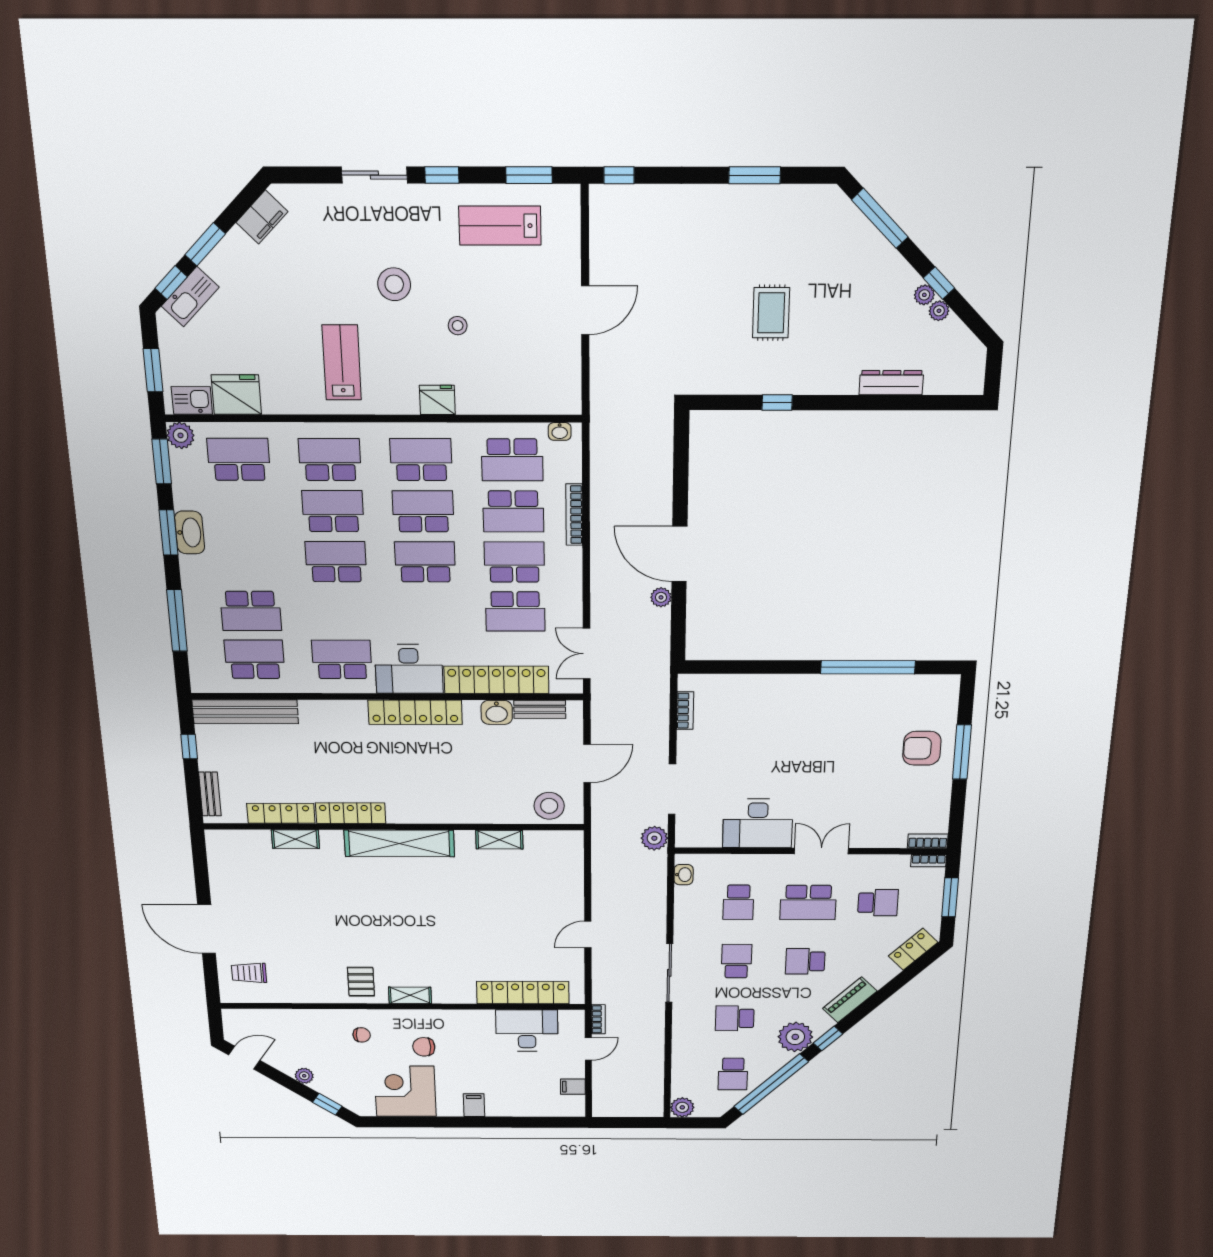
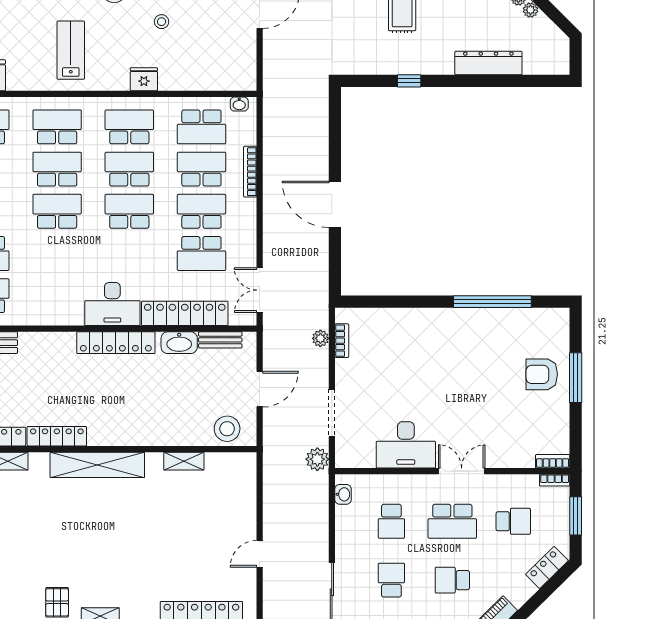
dresser: (891, 383) -> (488, 63), width x1.37, depth x1.24
school desk: (513, 511) -> (201, 169), turned 180
plant: (661, 597) -> (320, 338), moved
school desk: (342, 659) -> (57, 296), removed
washbasin: (497, 712) -> (179, 343), width x1.38

